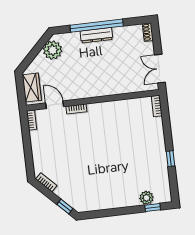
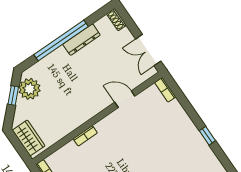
dresser: (96, 35) -> (81, 40), moved
window: (37, 49) -> (13, 95), added
door: (55, 105) -> (125, 99), moved

